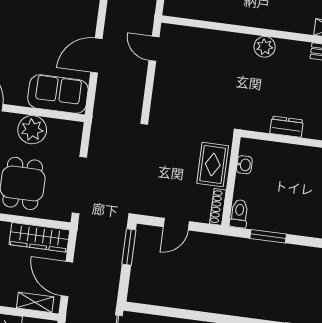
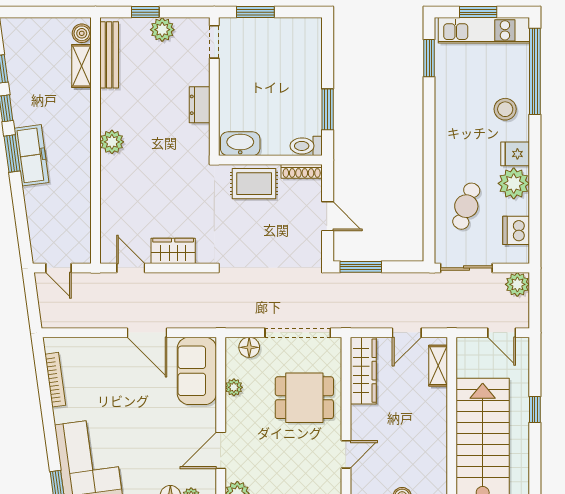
door: (154, 49) -> (131, 268), swing flipped
wardrobe: (164, 87) -> (173, 251), added
plant: (32, 130) -> (234, 387), width x0.53, depth x0.53
floor lamp: (72, 142) -> (249, 347), added
washbasin: (244, 165) -> (240, 144), width x1.91, depth x1.45
door: (67, 279) -> (407, 333), width x0.73

